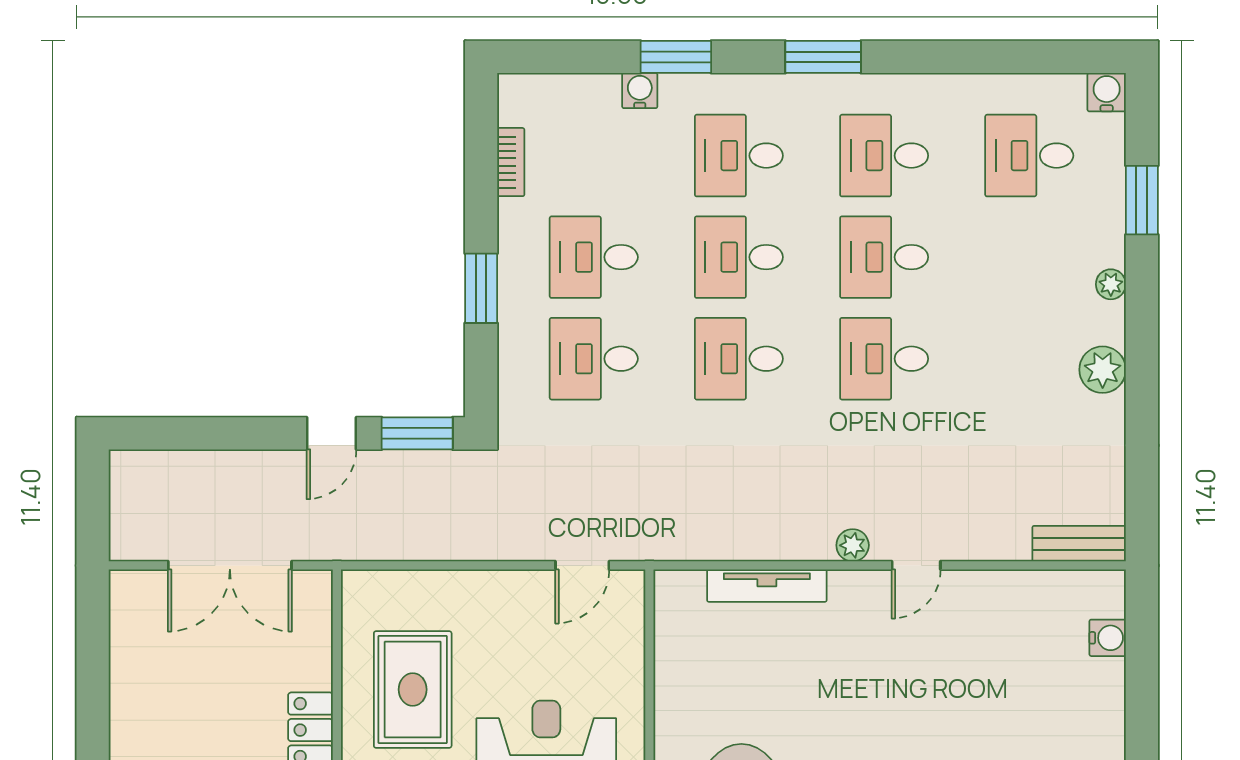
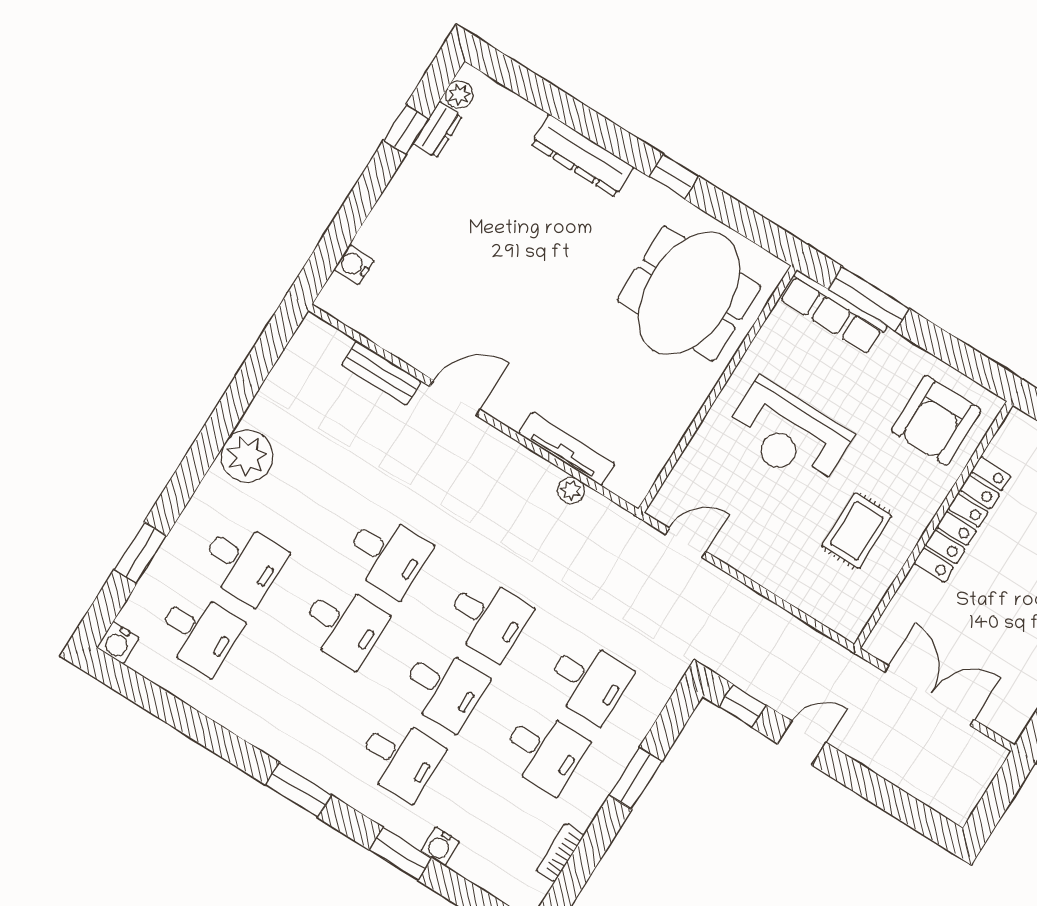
desk: (884, 156) -> (243, 562), moved
plant: (1111, 284) -> (198, 508), removed
plant: (1103, 370) -> (247, 456), width x1.36, depth x1.36
window: (417, 433) -> (743, 706), width x0.67
bench: (1079, 544) -> (382, 373), moved
plant: (853, 545) -> (571, 490), moved
door: (916, 565) -> (455, 398), width x1.37
rug: (413, 690) -> (857, 531), width x0.73, depth x0.70

